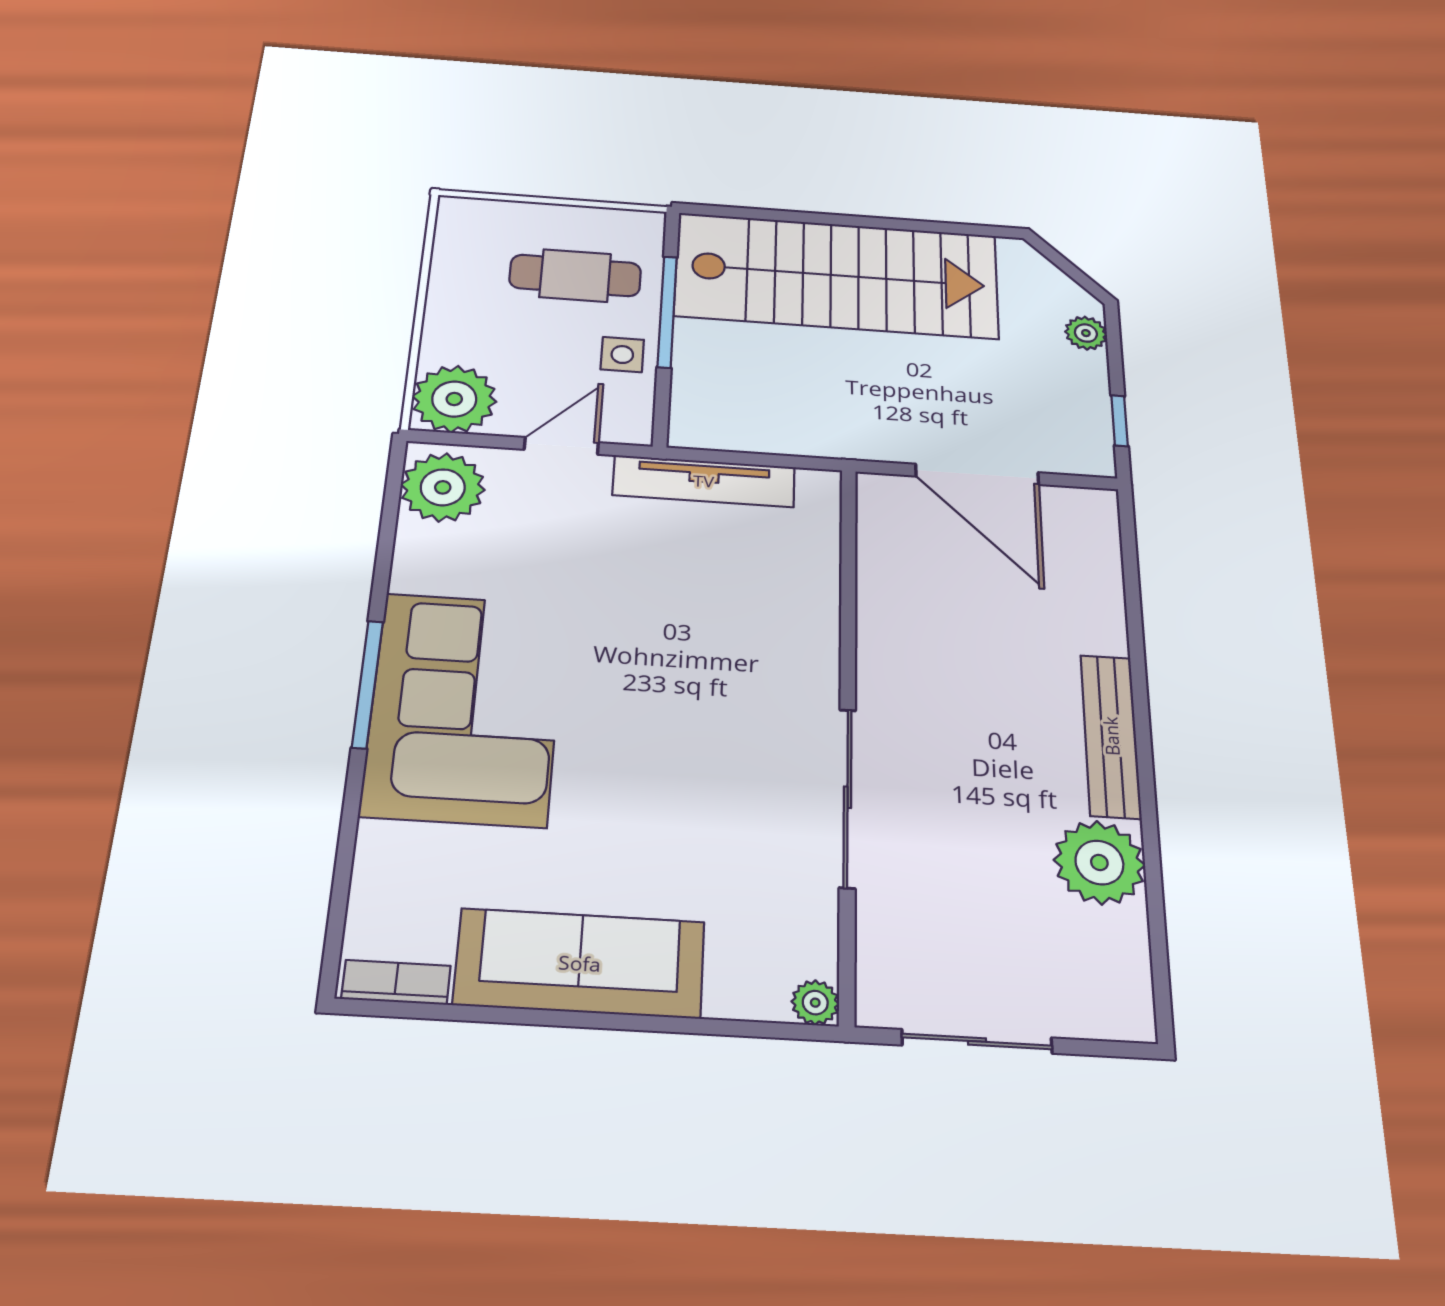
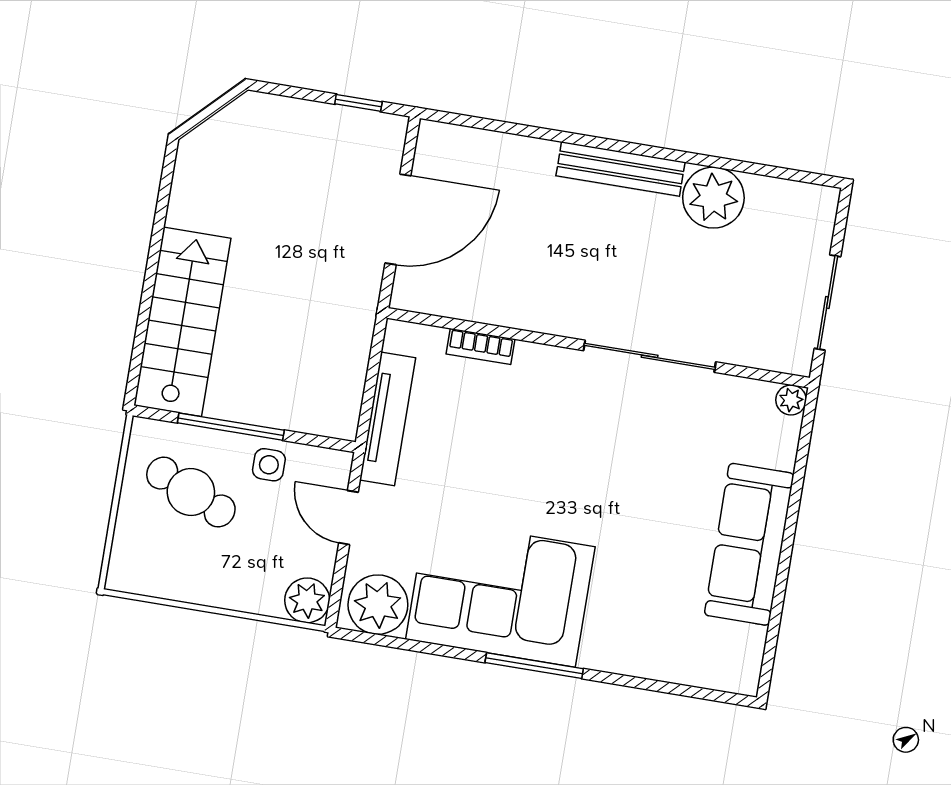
cafe table: (575, 275) -> (191, 492), turned -66
stairs: (837, 275) -> (182, 322), width x0.73, depth x0.66
plant: (1086, 333) -> (275, 110), removed
plant: (454, 399) -> (307, 600), width x0.73, depth x0.73
corner sofa: (464, 708) -> (500, 593), moved
bookcase: (396, 982) -> (481, 346), moved, turned -90

